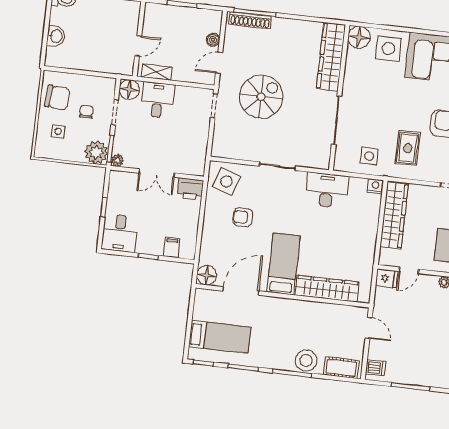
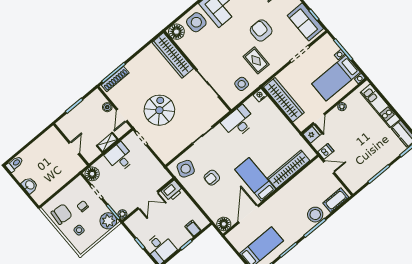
shelving: (156, 72) -> (107, 142), moved
desk: (158, 100) -> (120, 157), moved
dishwasher: (375, 368) -> (326, 151), moved

